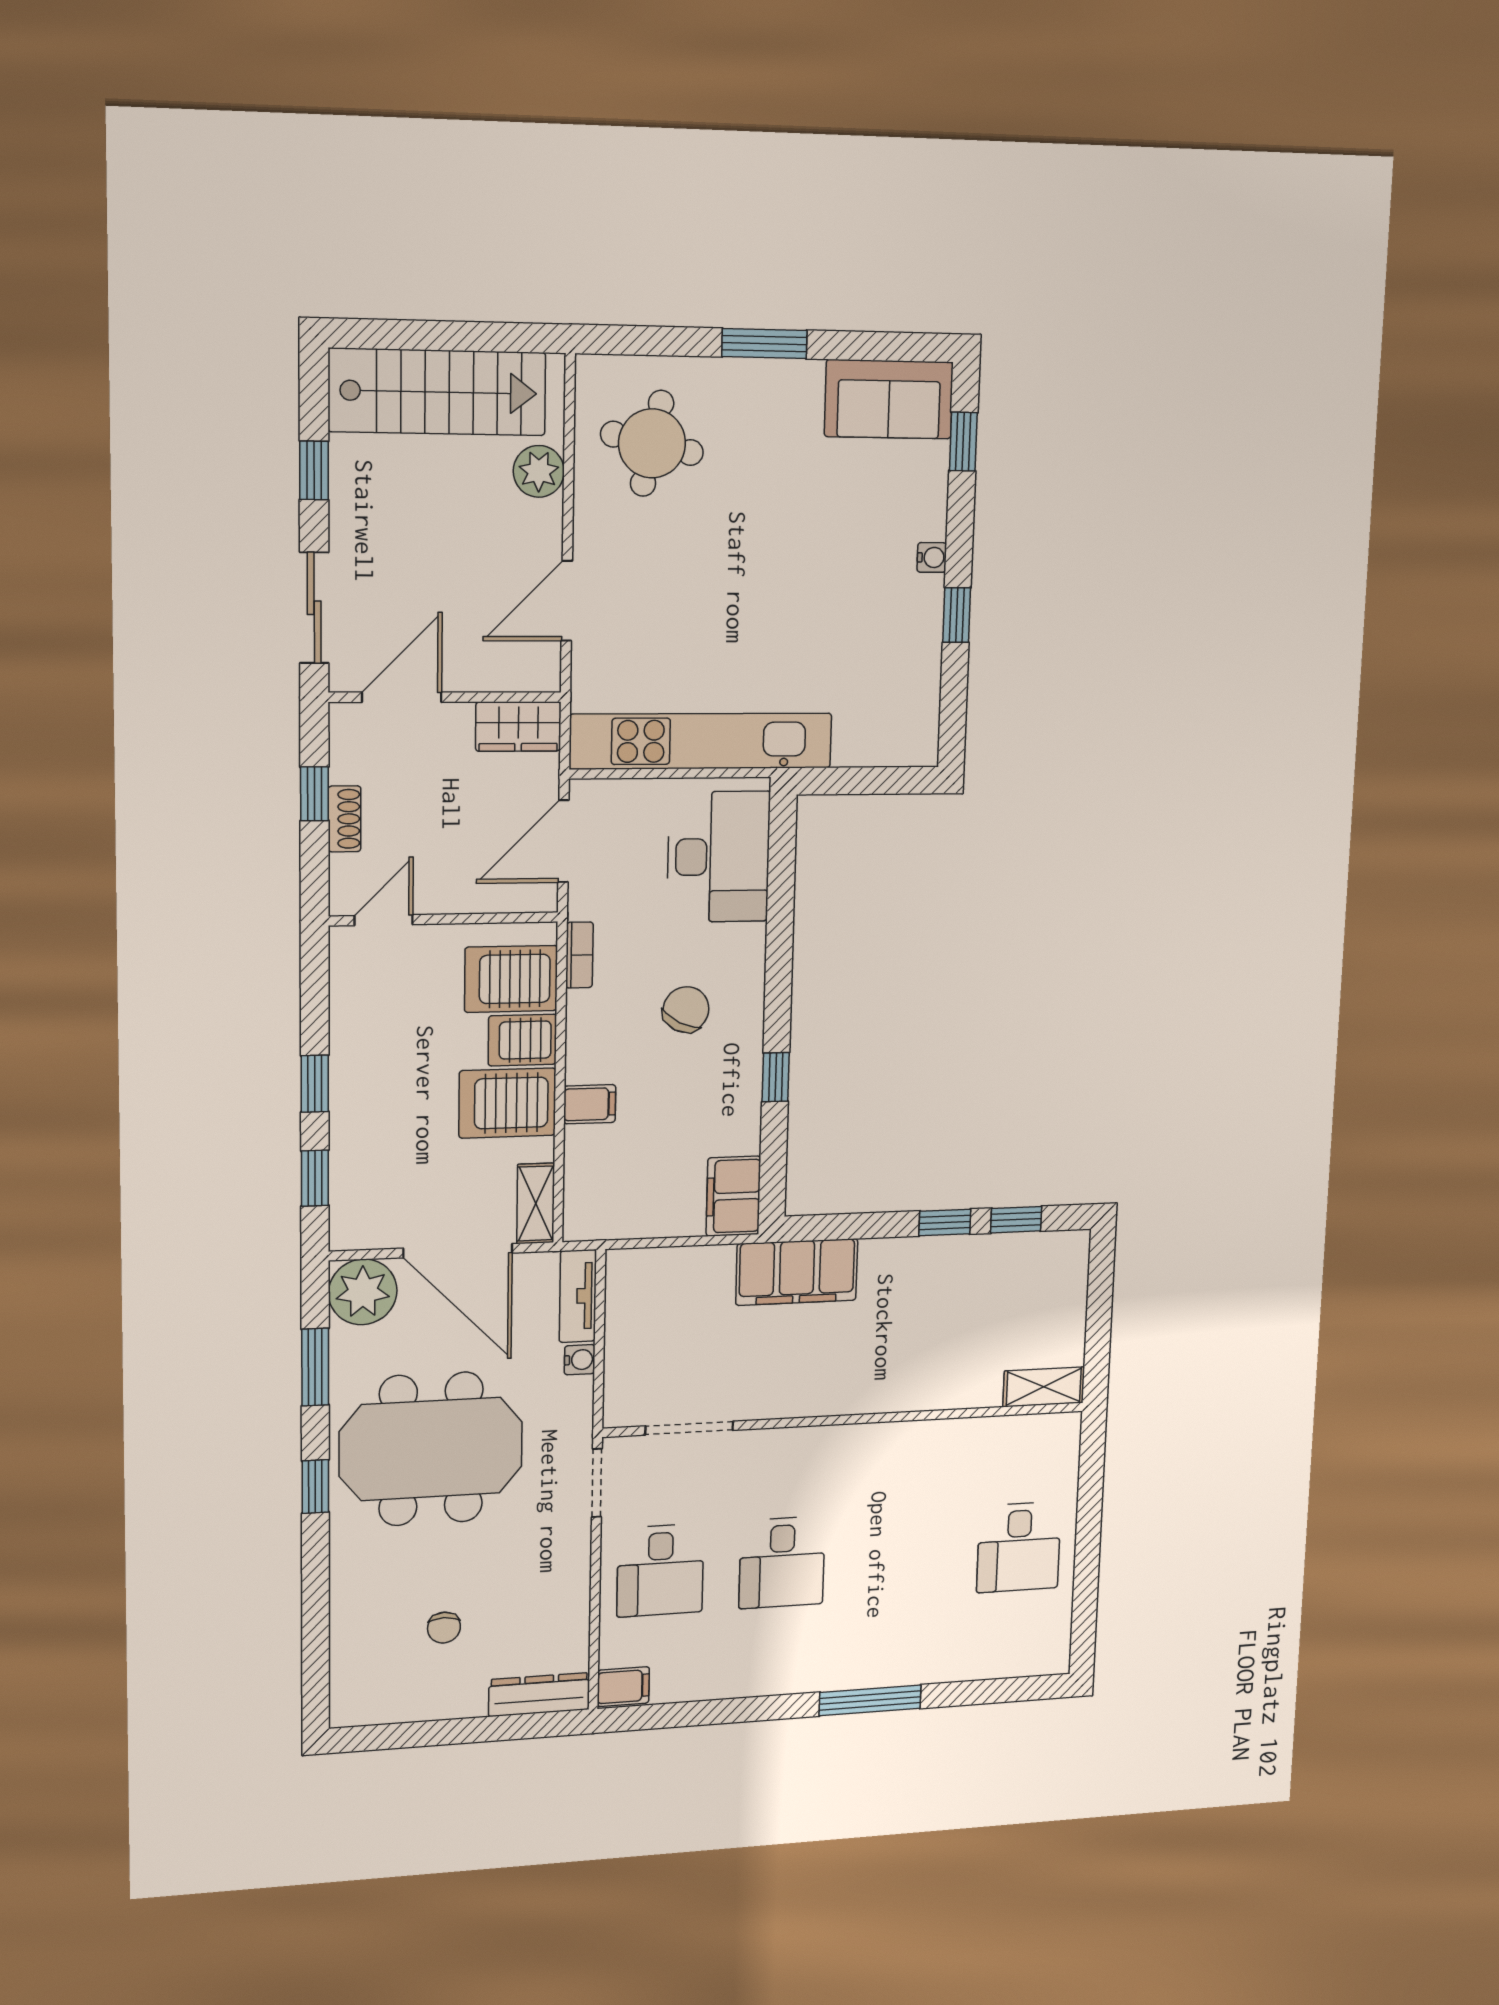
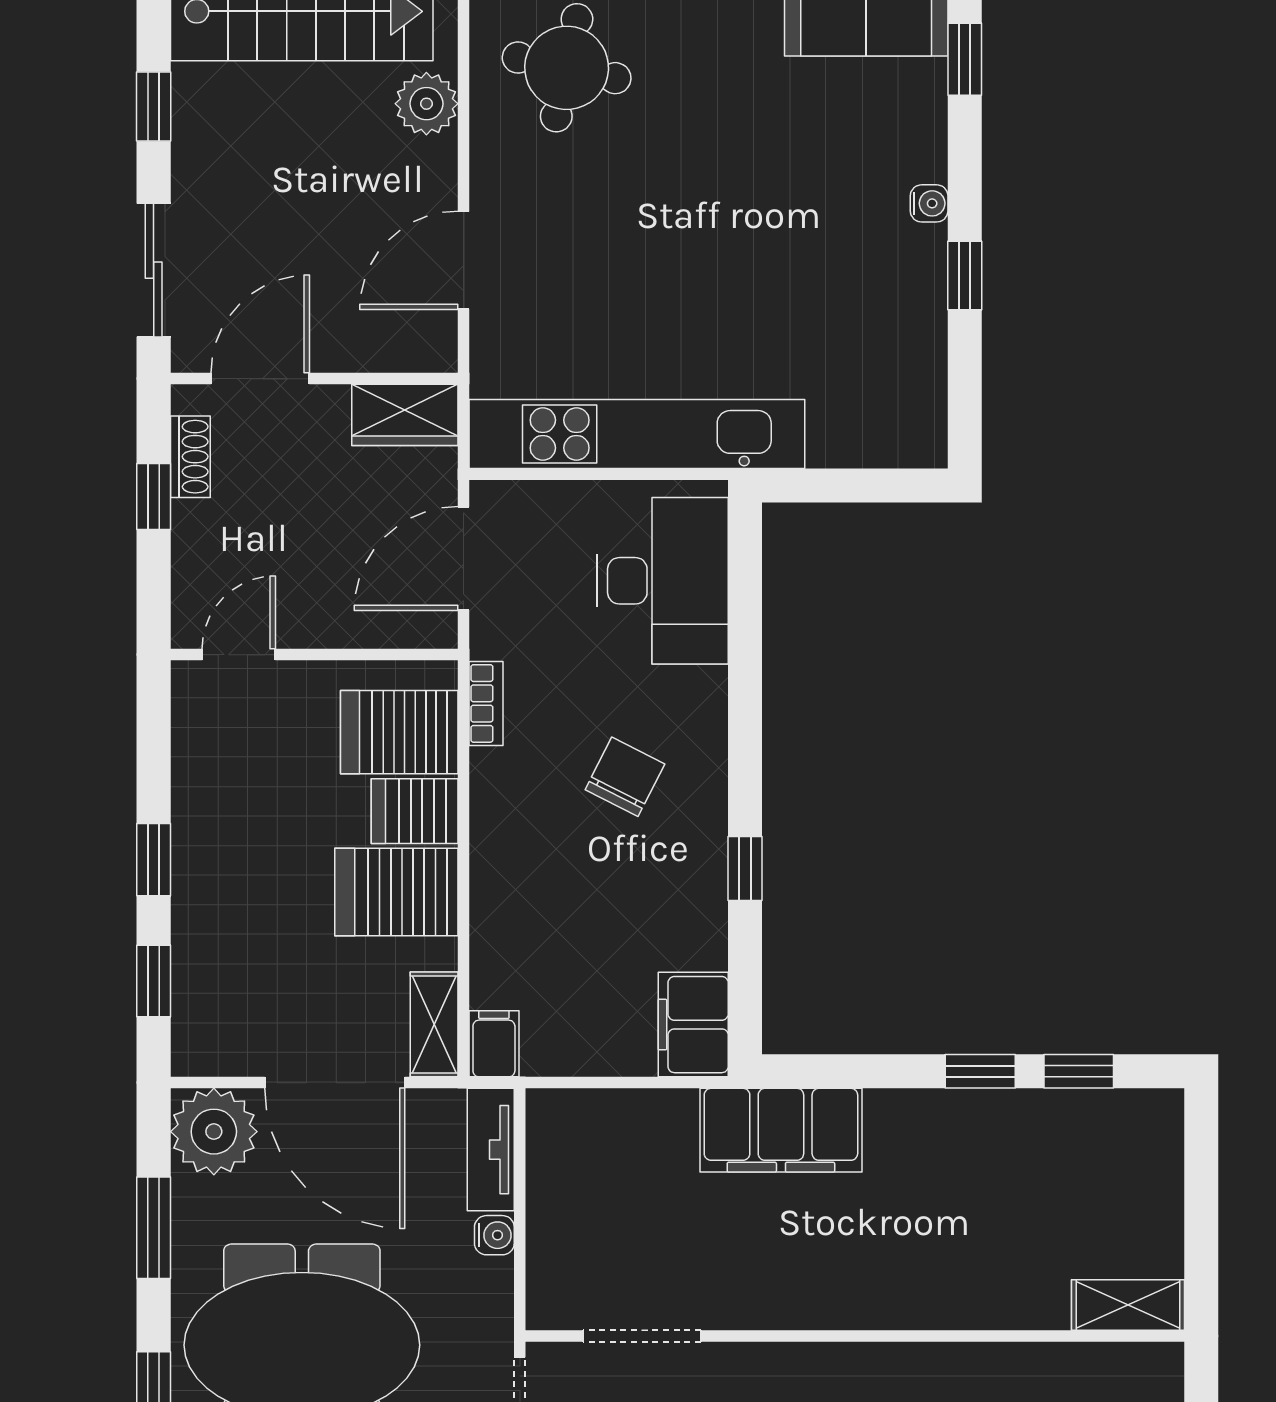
shoe rack: (345, 819) -> (190, 457), moved
filing cabinet: (590, 1104) -> (494, 1044), moved, turned -90

